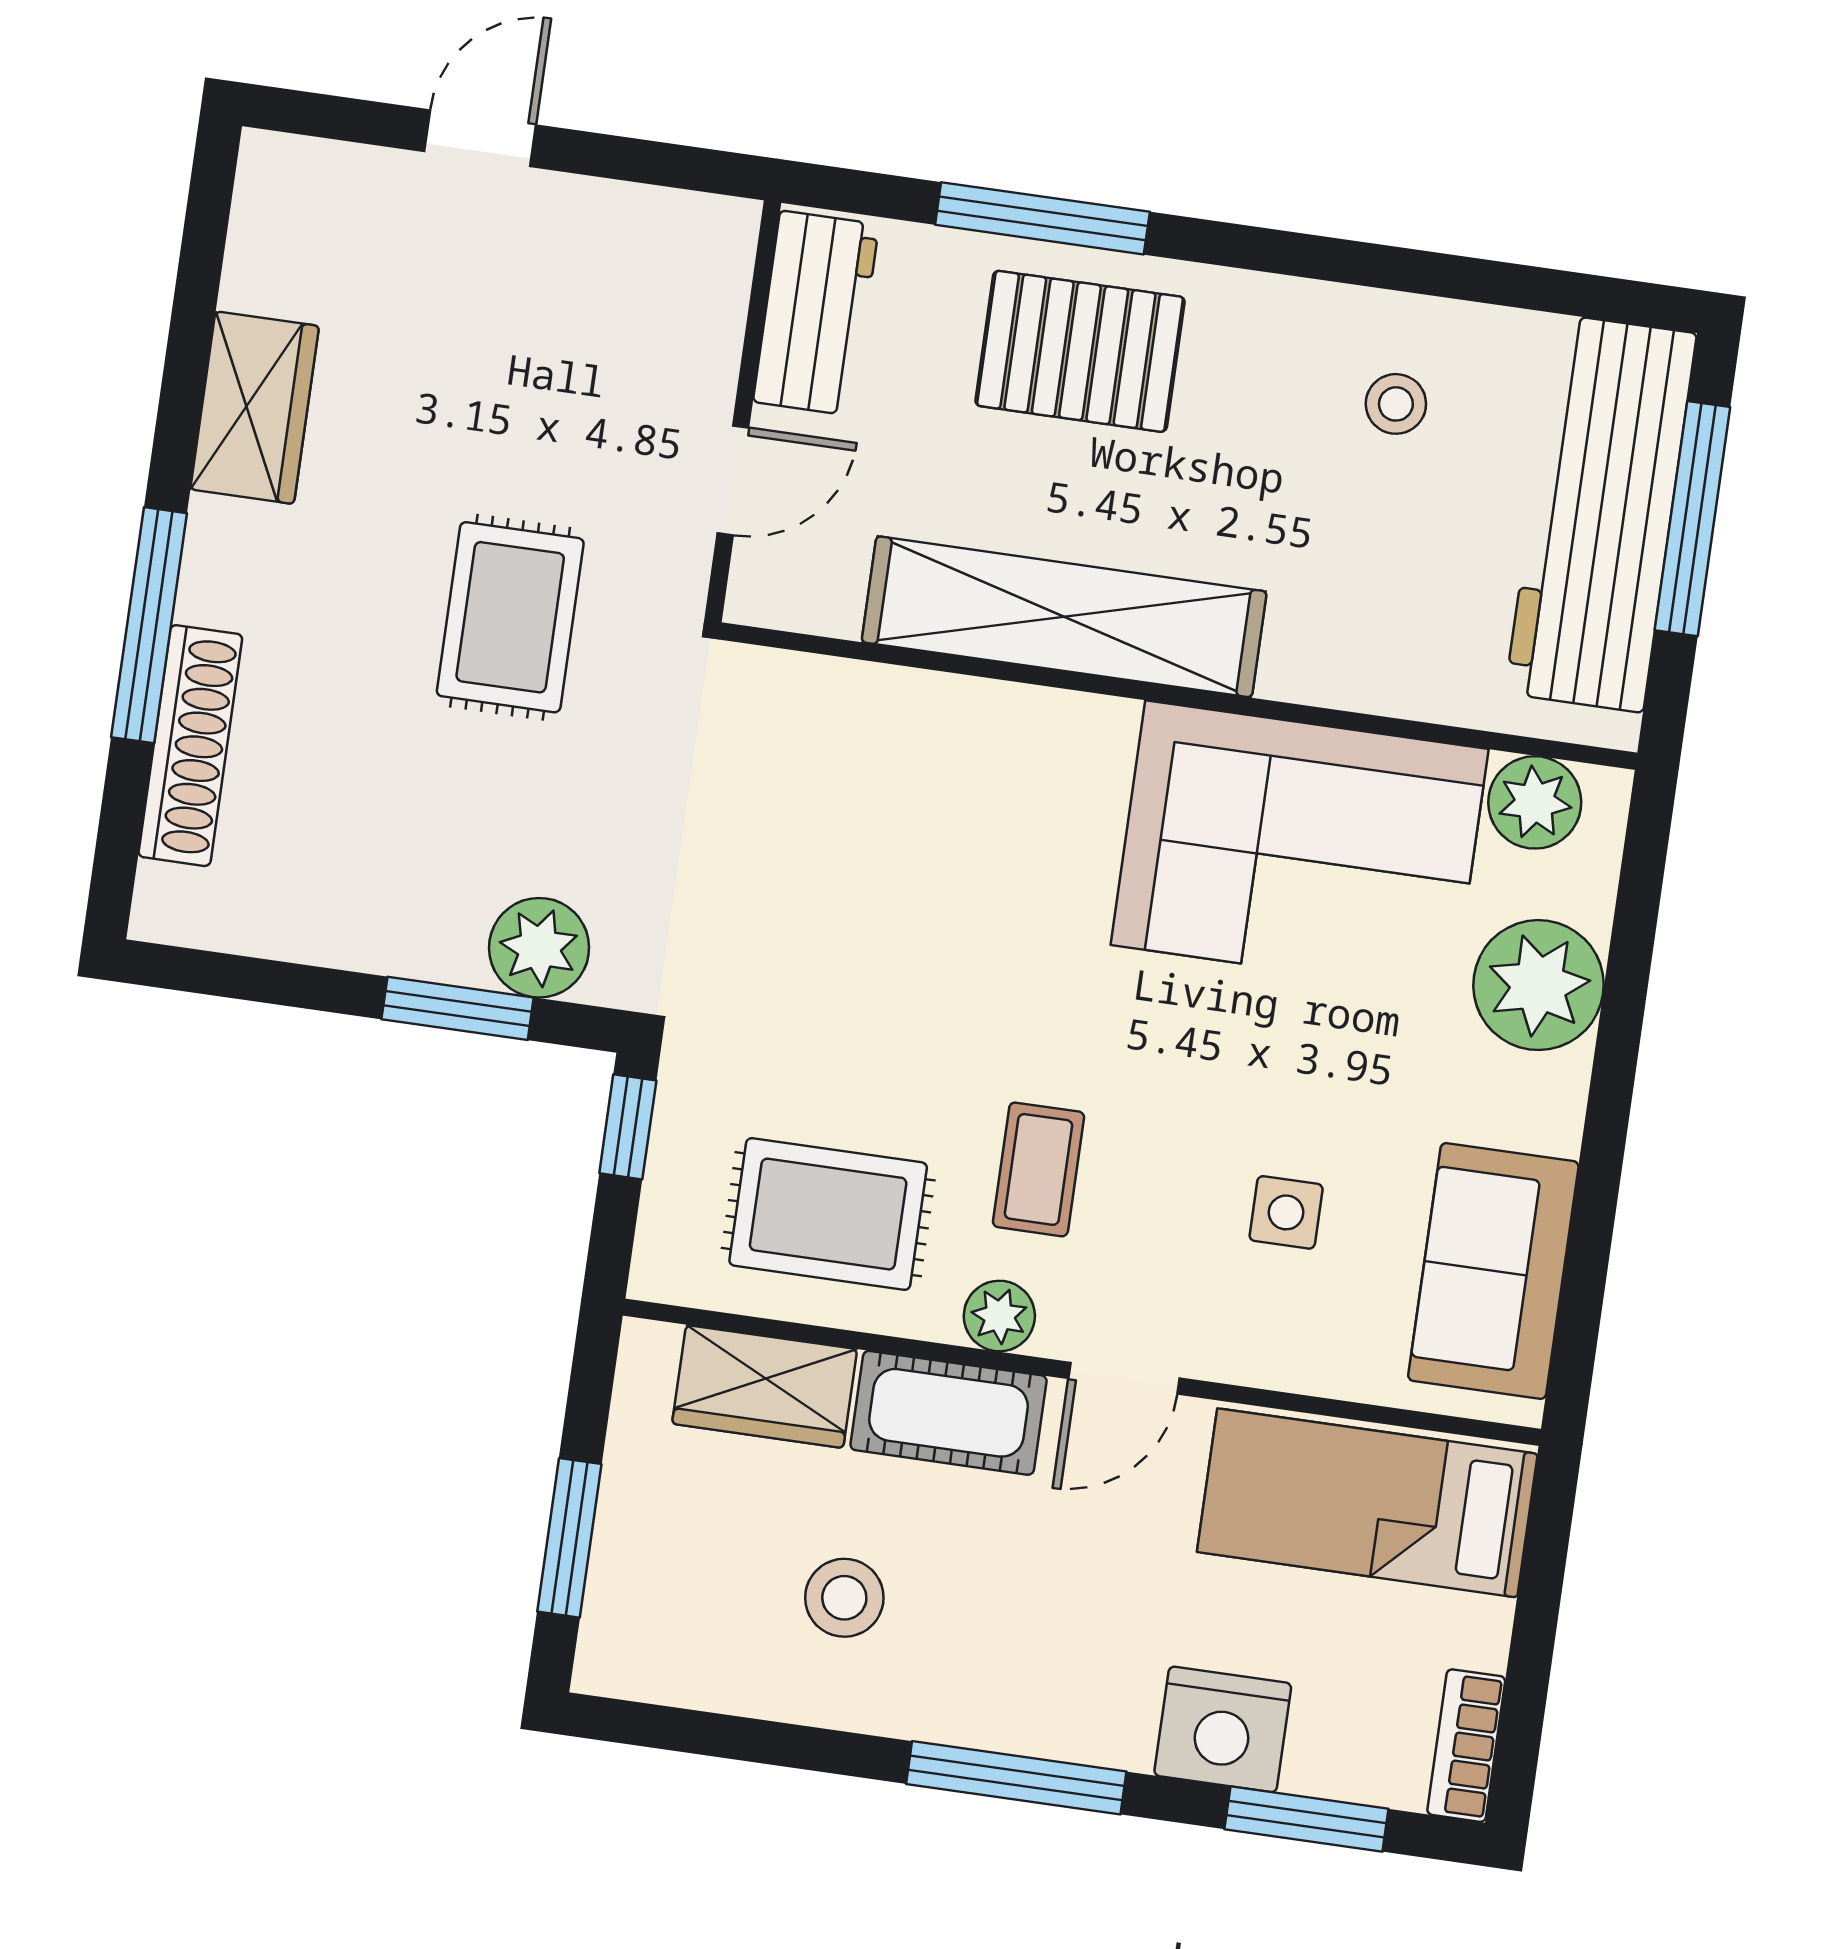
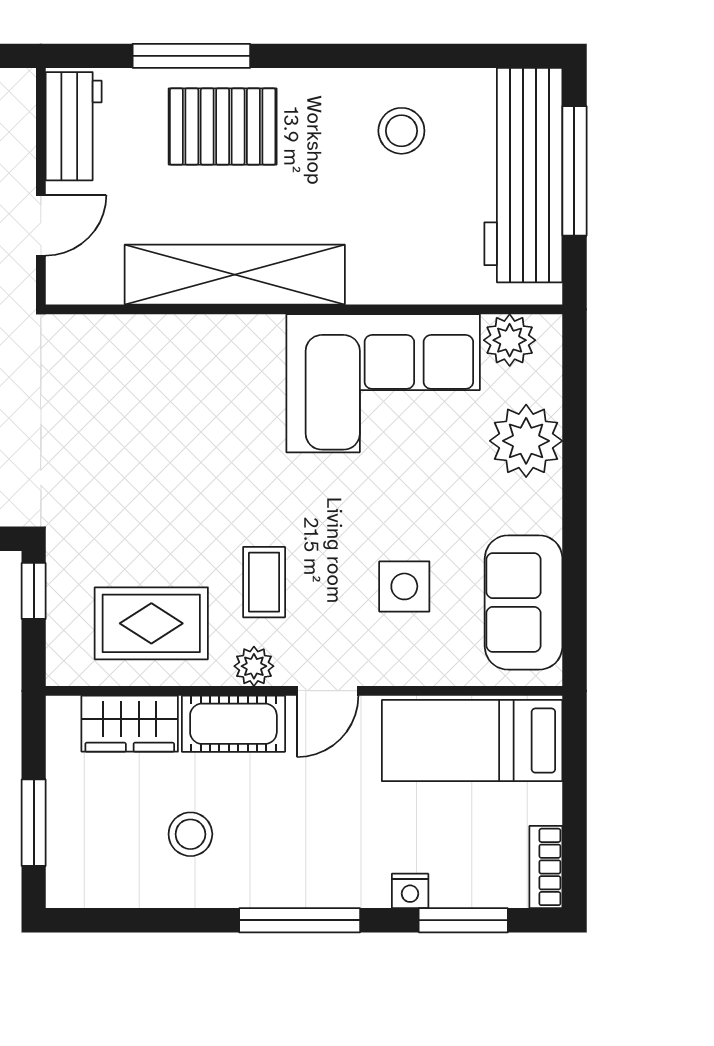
stool: (1396, 404) -> (401, 131), width x1.37, depth x1.37
side table: (1286, 1212) -> (404, 586), width x1.37, depth x1.37
nightstand: (1223, 1729) -> (410, 891), width x0.53, depth x0.56

